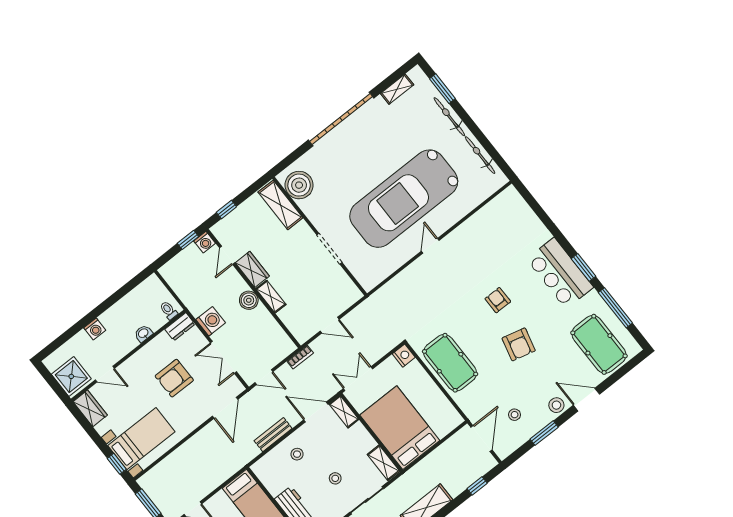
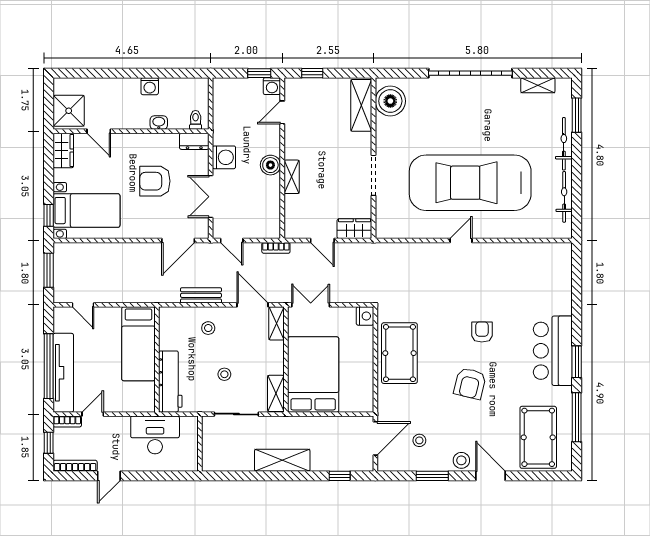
wardrobe: (252, 269) -> (354, 229), moved, turned -90
washing machine: (95, 329) -> (150, 86), moved

